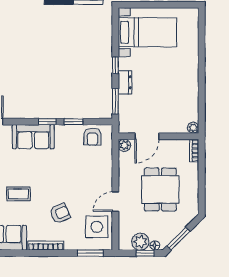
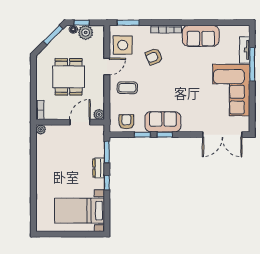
sofa: (33, 137) -> (163, 122), moved
coffee table: (18, 194) -> (127, 88), moved

